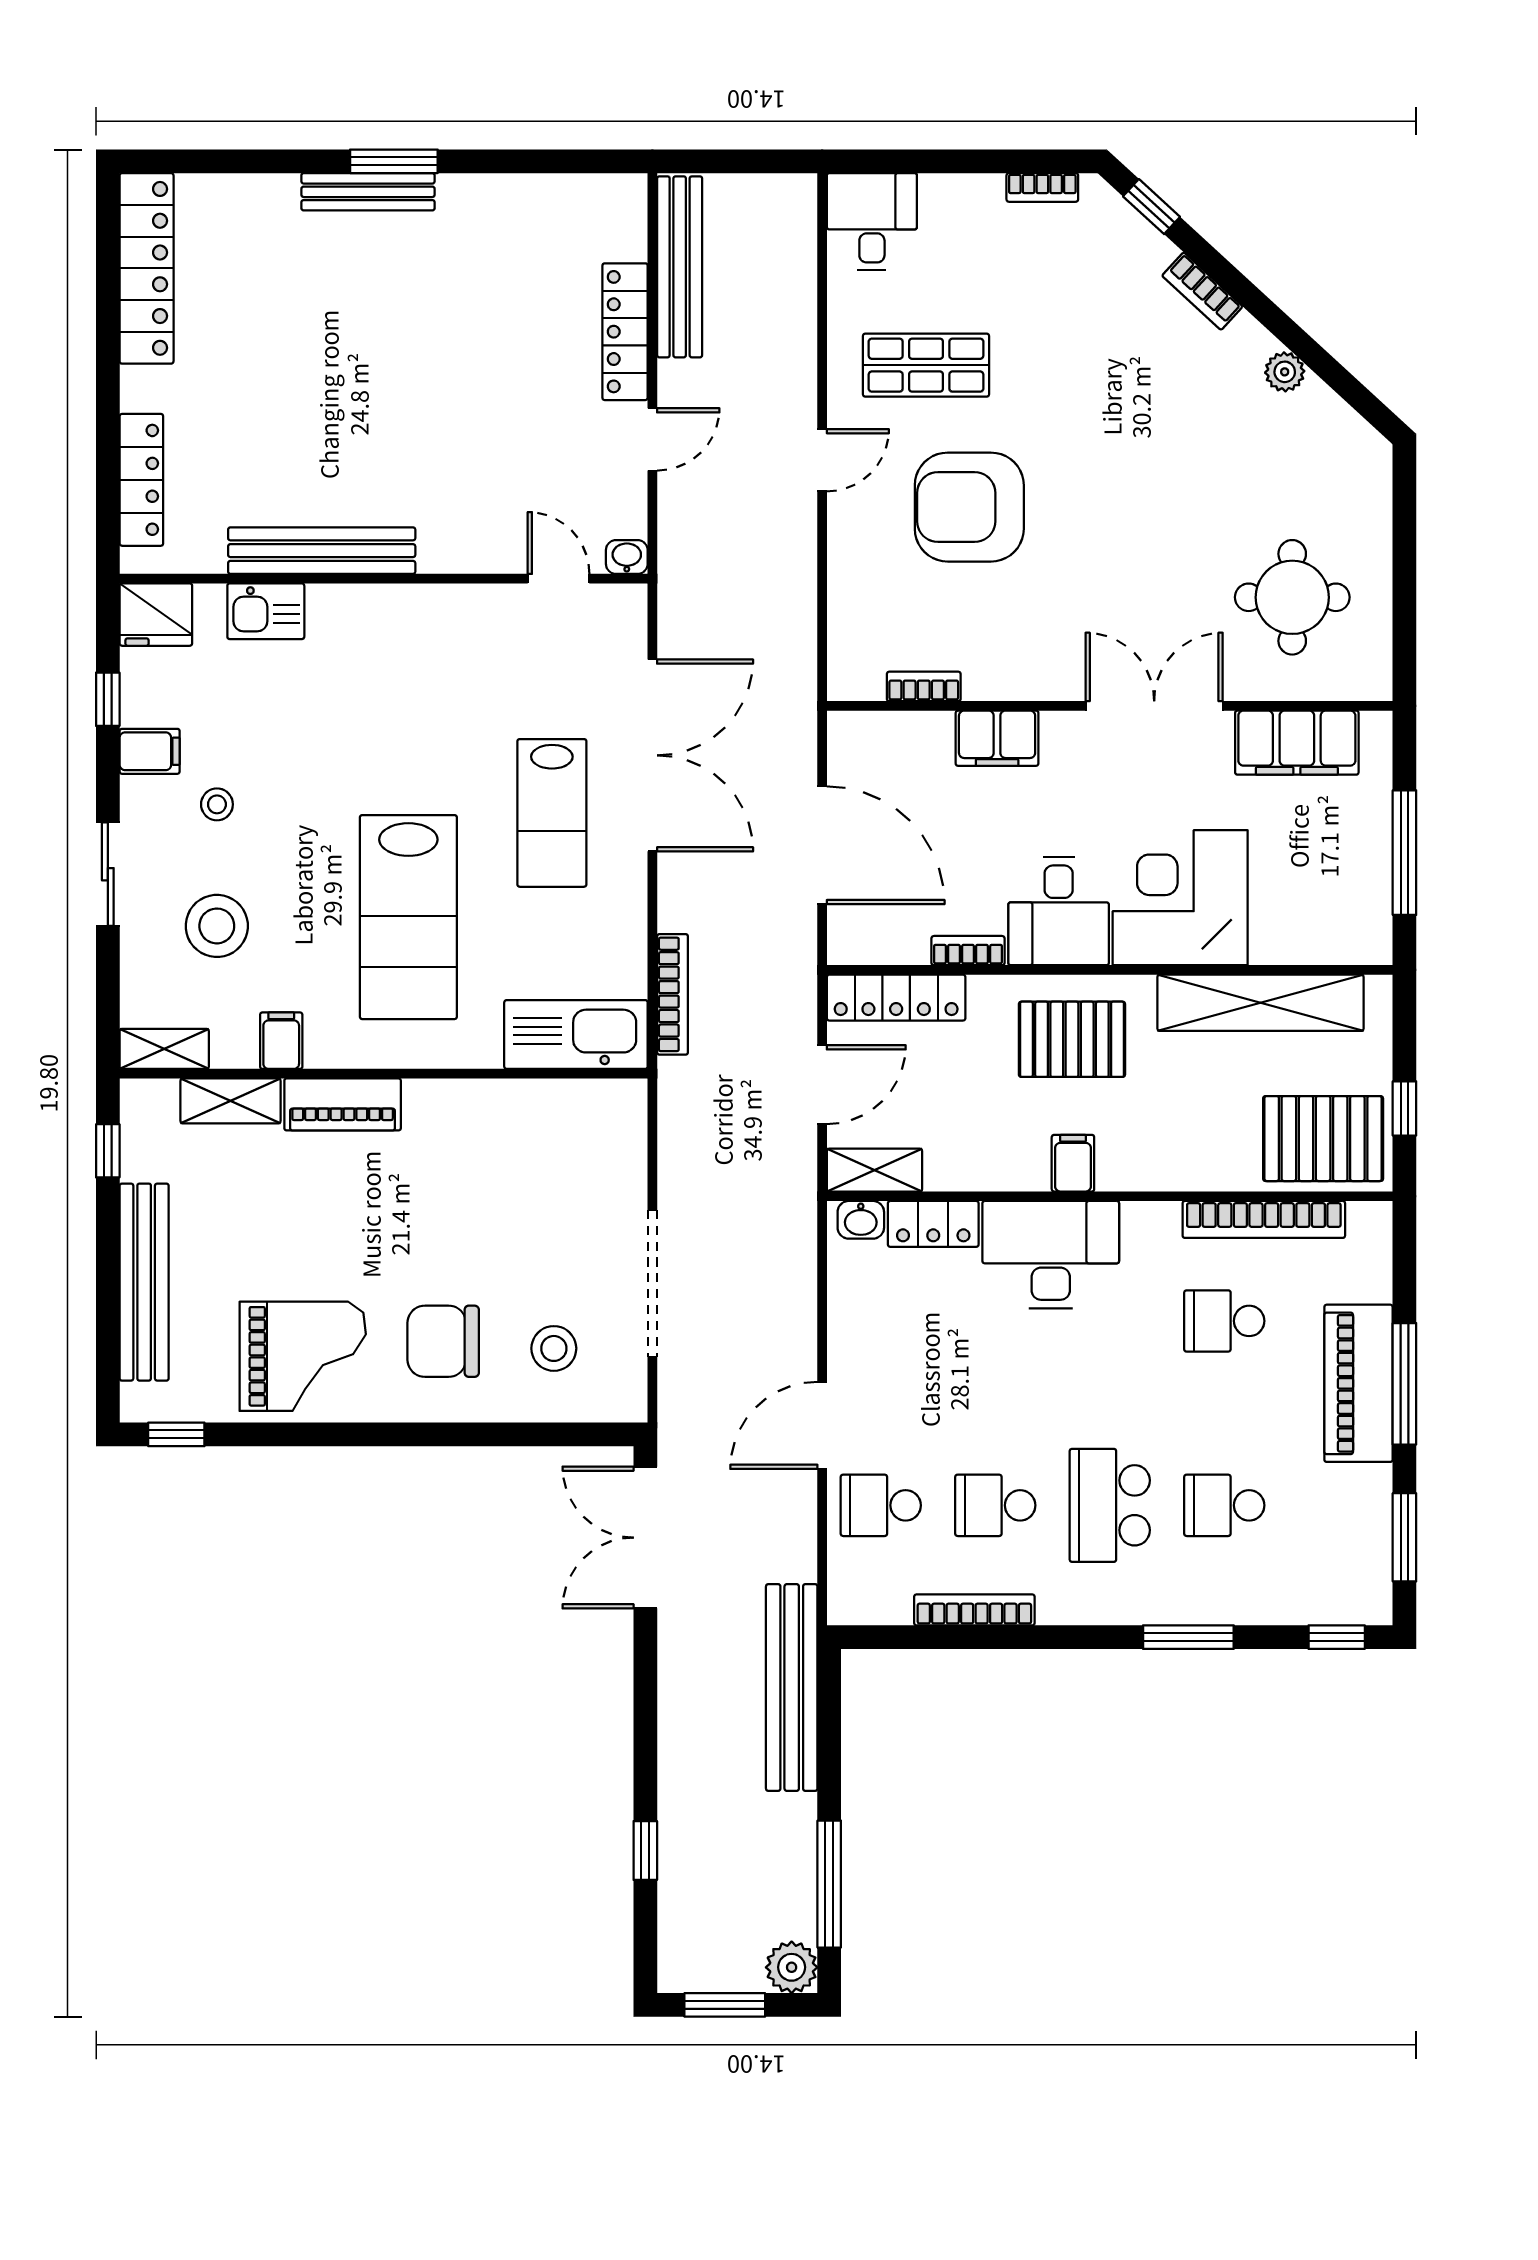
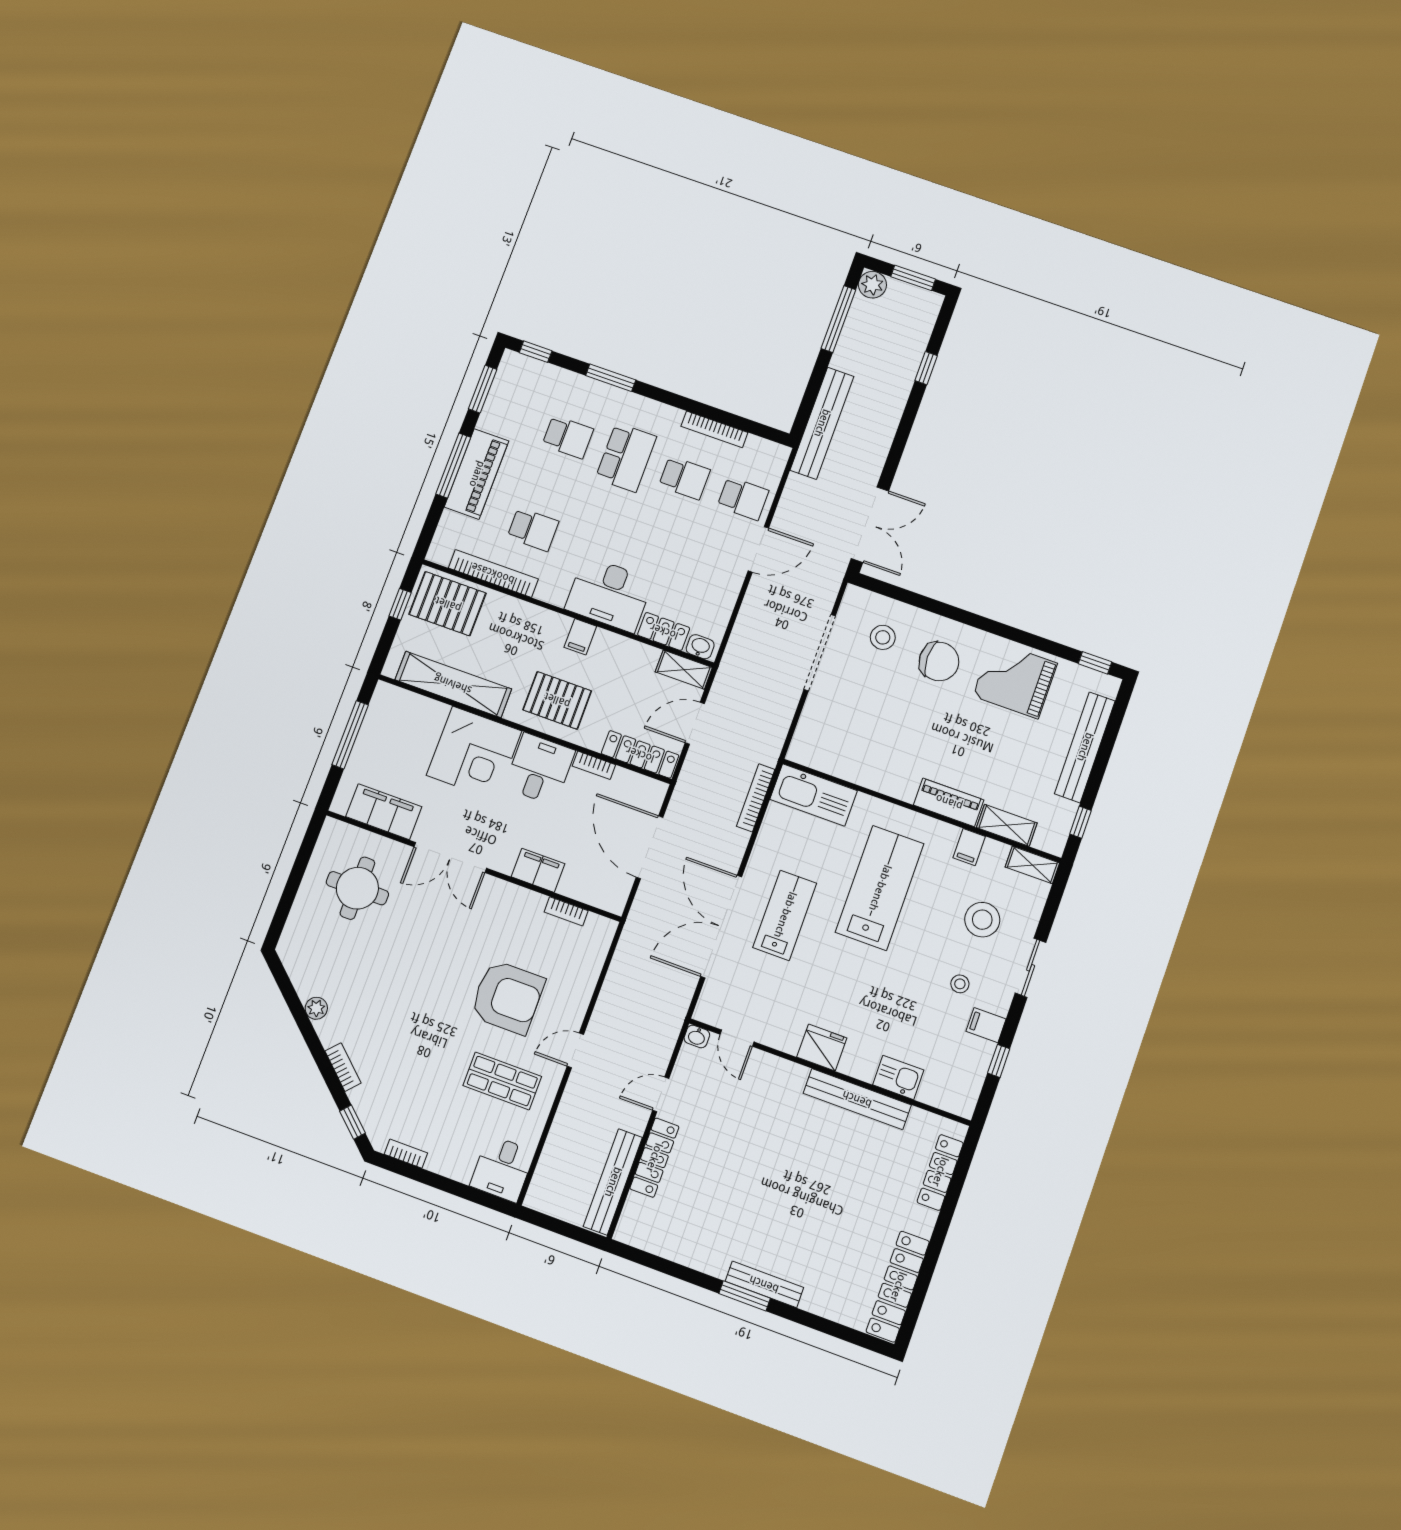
fridge: (156, 615) -> (822, 1048), moved

